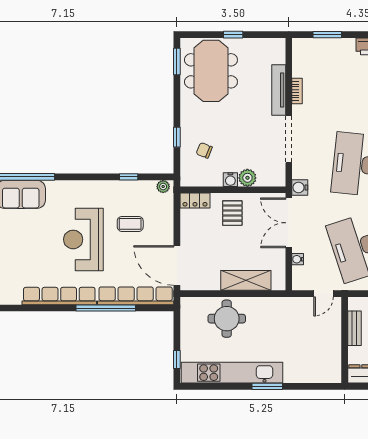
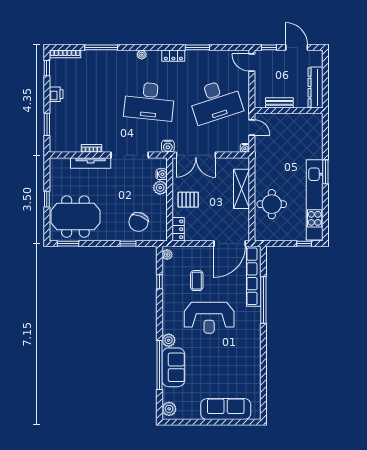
chair: (204, 150) -> (138, 222), width x1.87, depth x1.87
water cooler: (230, 180) -> (162, 174), moved
plant: (55, 188) -> (169, 340), added
water cooler: (298, 259) -> (245, 148), moved
row of seats: (59, 296) -> (254, 337), removed

